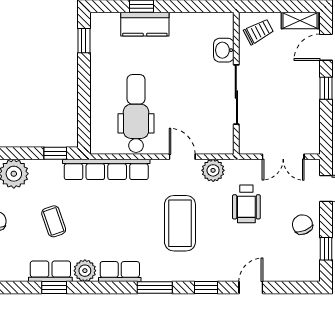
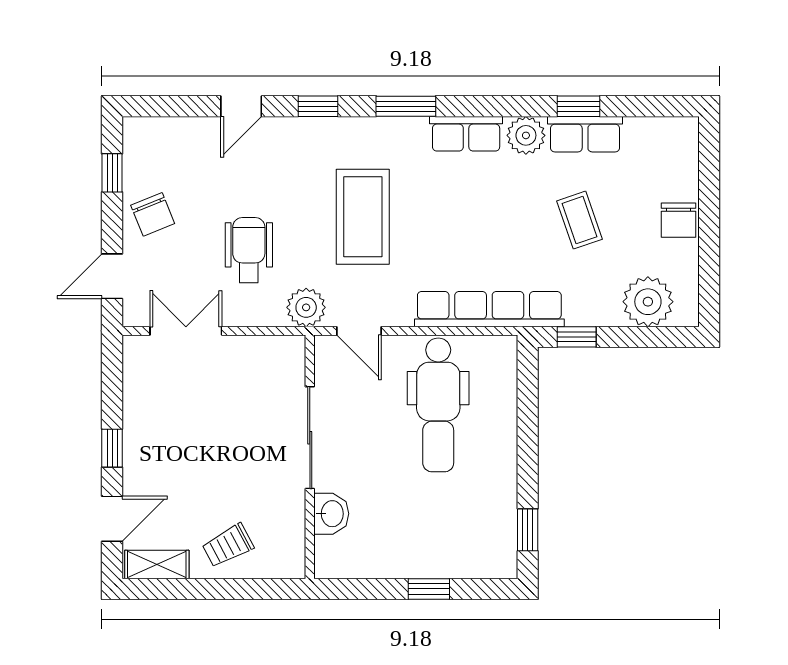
kitchen counter: (145, 24) -> (423, 558), removed
washbasin: (224, 50) -> (331, 514), moved
wall: (236, 83) -> (310, 457), moved
sliding door: (236, 94) -> (310, 438), moved

